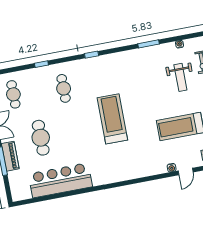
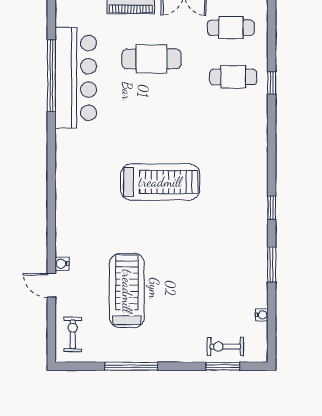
window: (92, 55) -> (272, 208), moved
weight bench: (180, 77) -> (207, 306), removed
cafe table: (64, 88) -> (233, 77), moved
window: (62, 195) -> (51, 76), added

